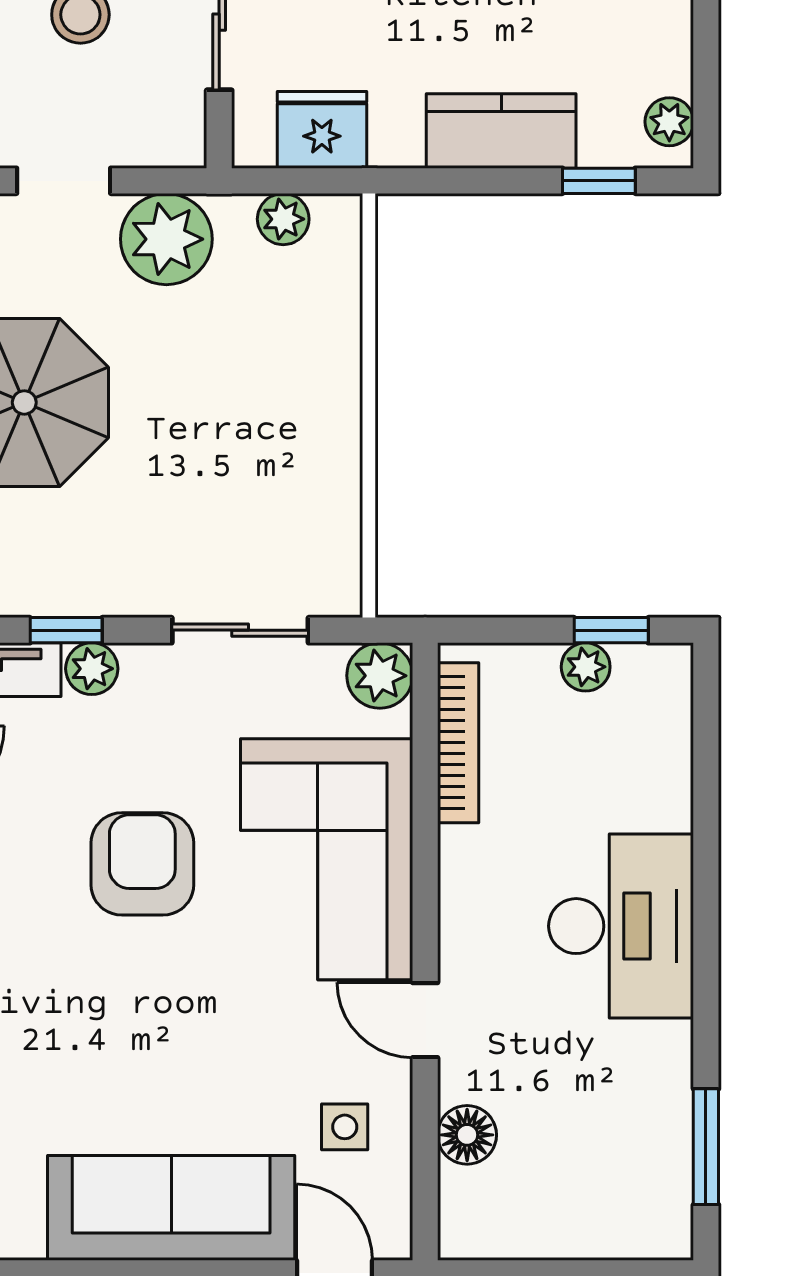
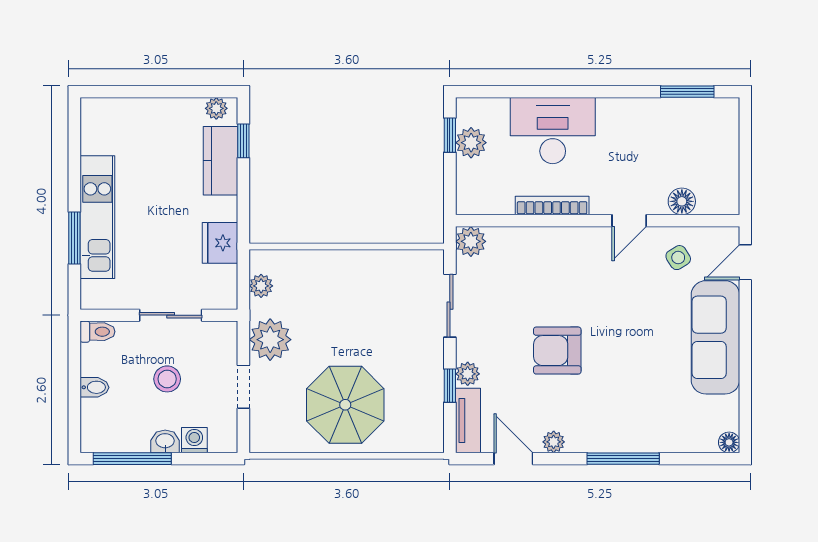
fridge: (322, 130) -> (220, 243), moved
kitchen counter: (501, 131) -> (221, 161), moved
plant: (586, 667) -> (471, 143), width x1.38, depth x1.38
bookcase: (458, 743) -> (552, 205), moved
corner sofa: (327, 859) -> (555, 266), removed
desk: (621, 926) -> (553, 131), moved
side table: (345, 1127) -> (678, 258), turned -32

